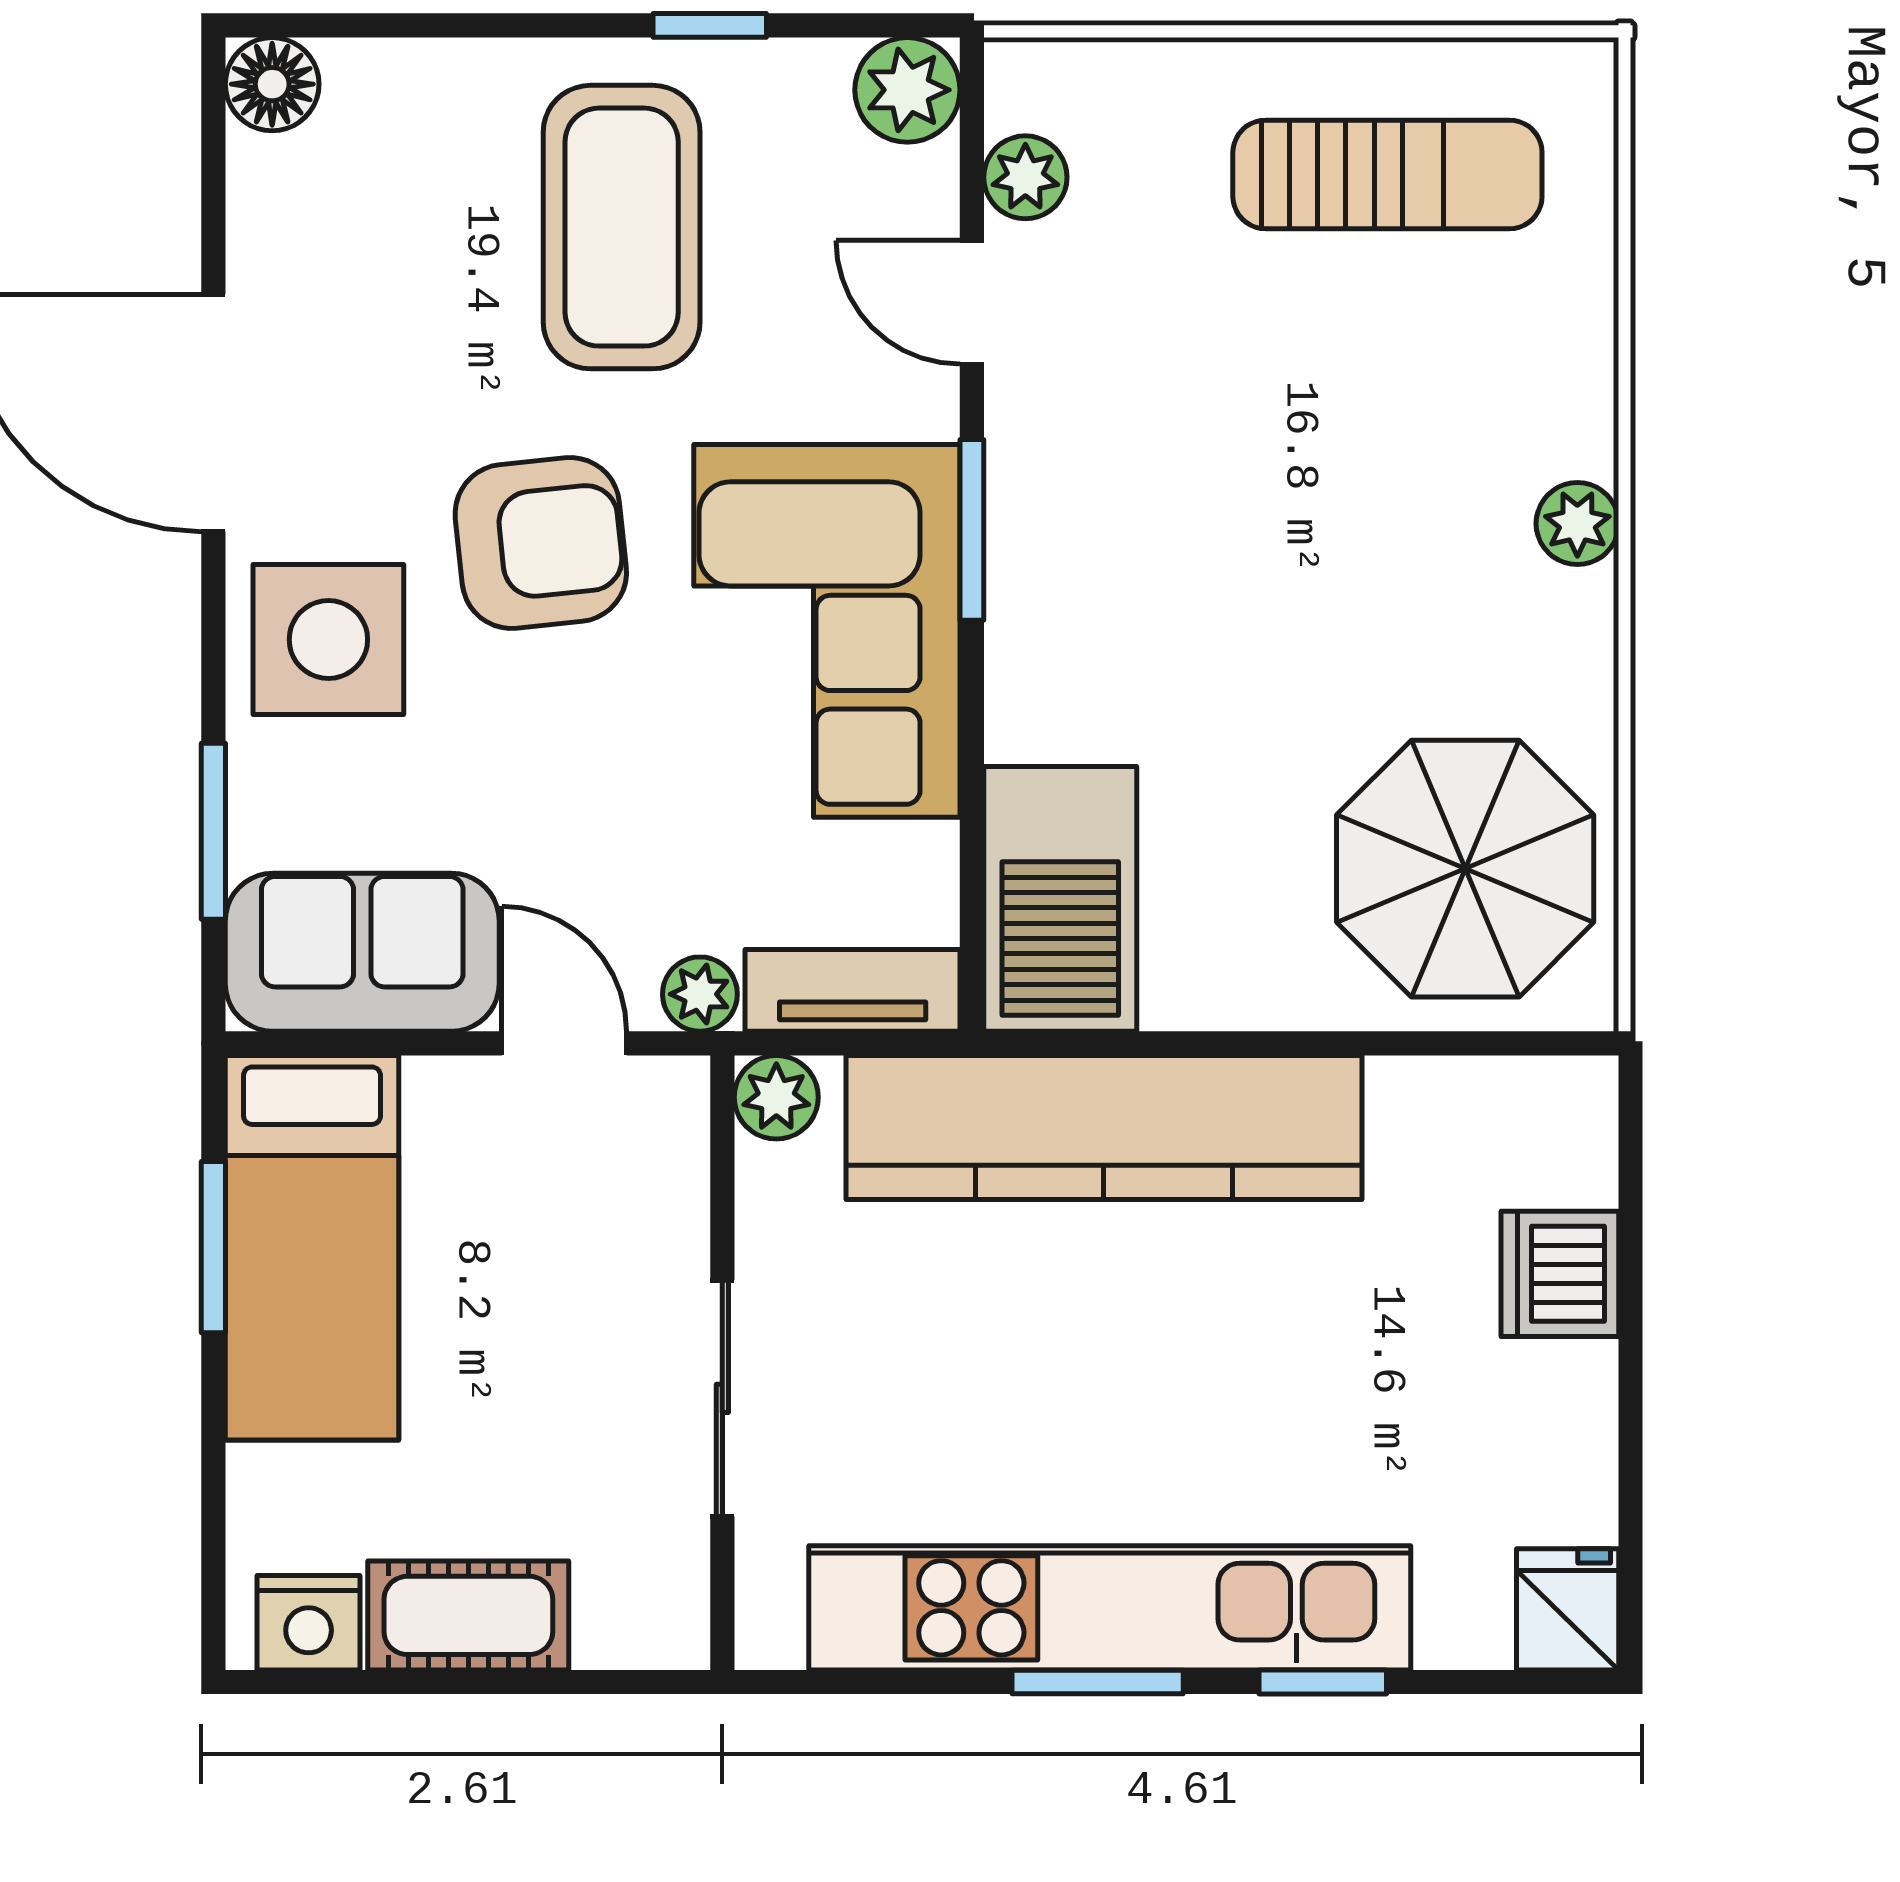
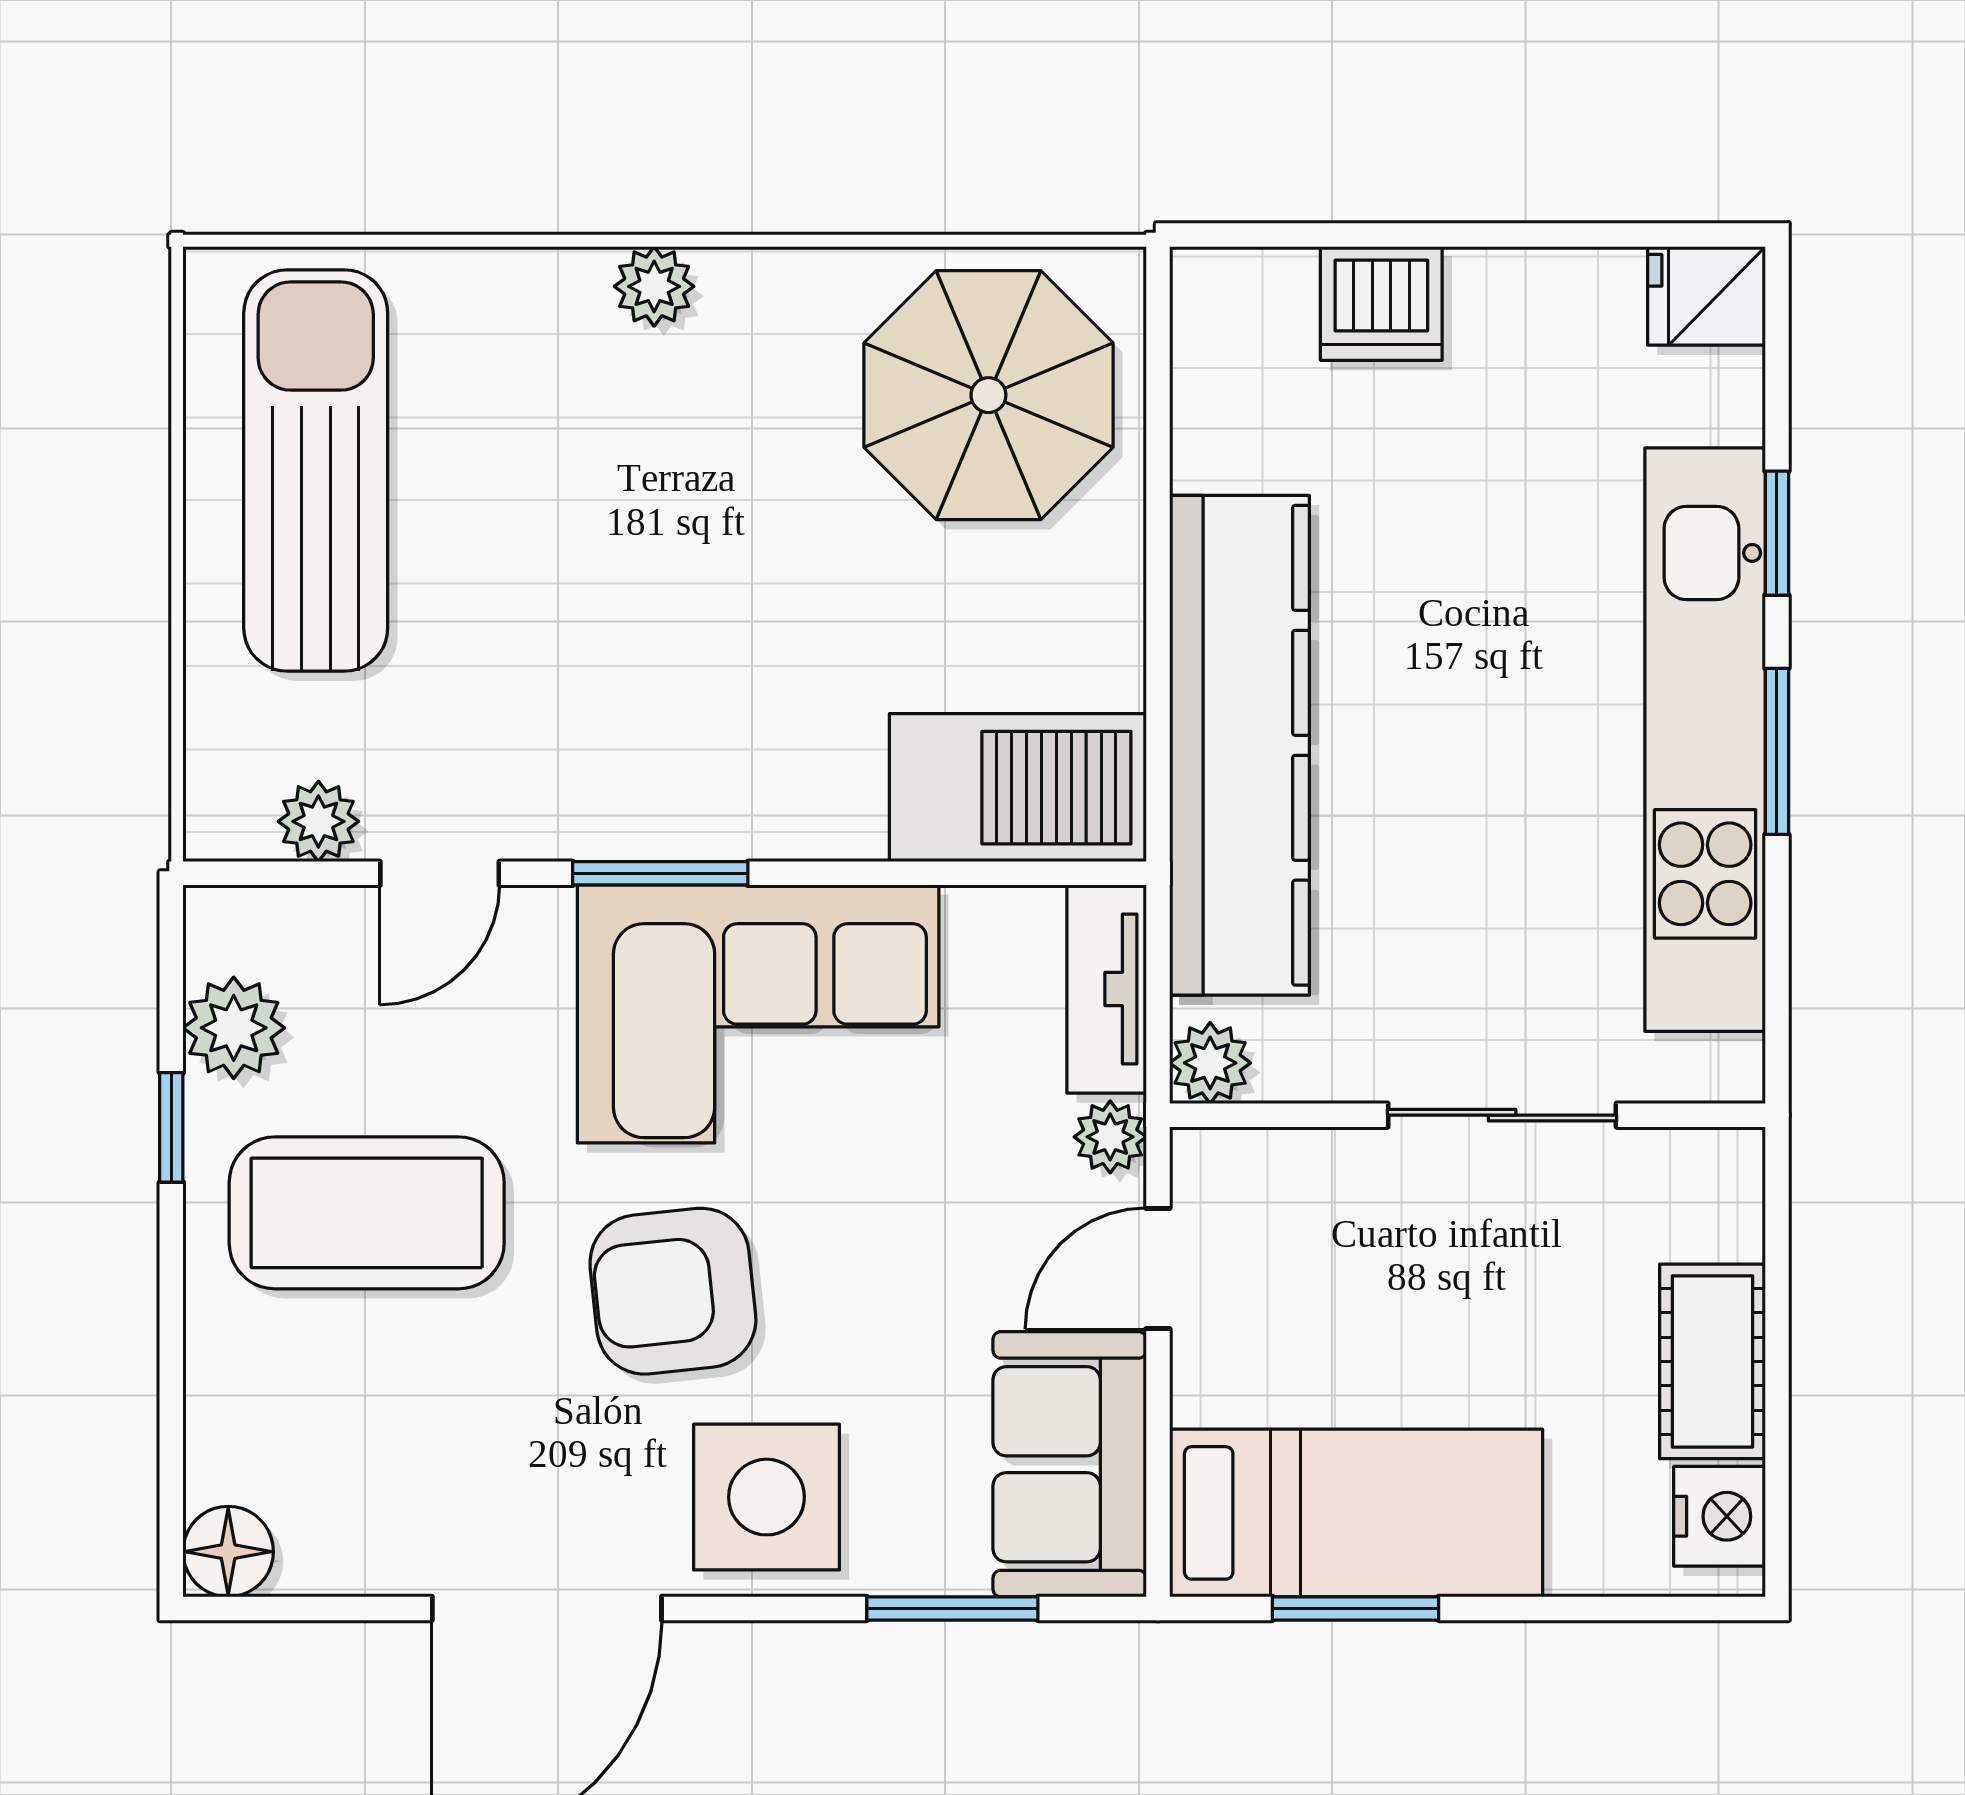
plant: (907, 90) -> (234, 1028), moved
sun lounger: (1387, 174) -> (316, 470), width x1.36, depth x1.34
armchair: (541, 543) -> (673, 1291), turned -90

